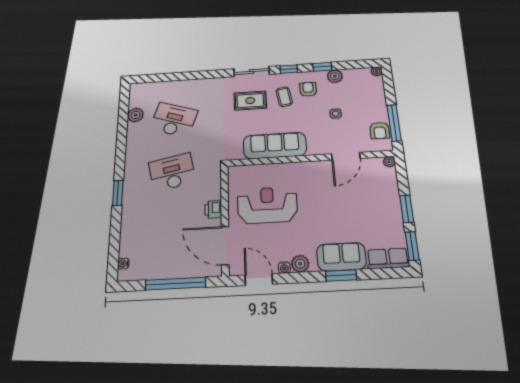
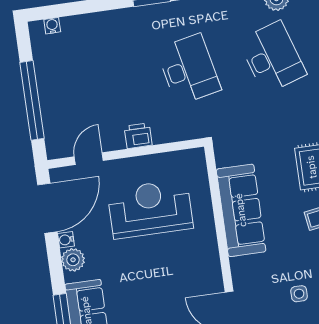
desk: (174, 120) -> (272, 57), turned -36
reception desk: (267, 205) -> (150, 209), turned -90
door: (225, 246) -> (89, 159), width x0.53
door: (259, 280) -> (47, 208), width x1.36

